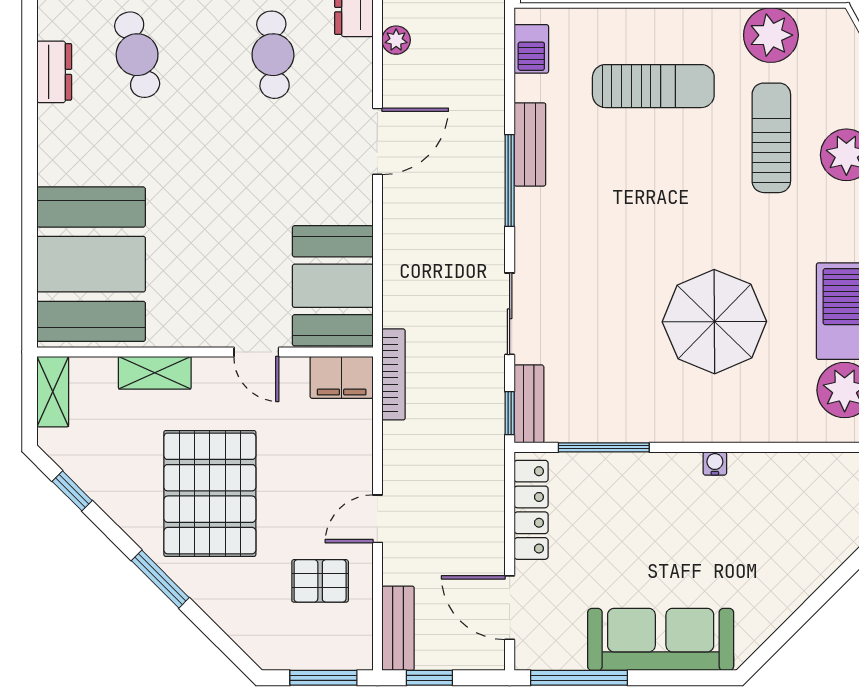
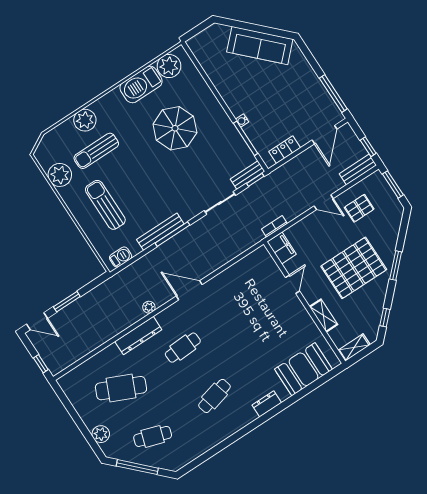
dresser: (54, 72) -> (267, 404), moved
bench: (530, 144) -> (160, 232), width x1.36
booth: (91, 264) -> (303, 369), width x0.73, depth x0.70
booth: (333, 286) -> (251, 272), removed
bookcase: (394, 374) -> (274, 226), width x0.64
water cooler: (715, 463) -> (242, 121), moved
locker: (531, 510) -> (285, 150), width x0.66
pallet: (320, 581) -> (359, 208), turned 90
sofa: (661, 639) -> (260, 45), moved, turned -45

